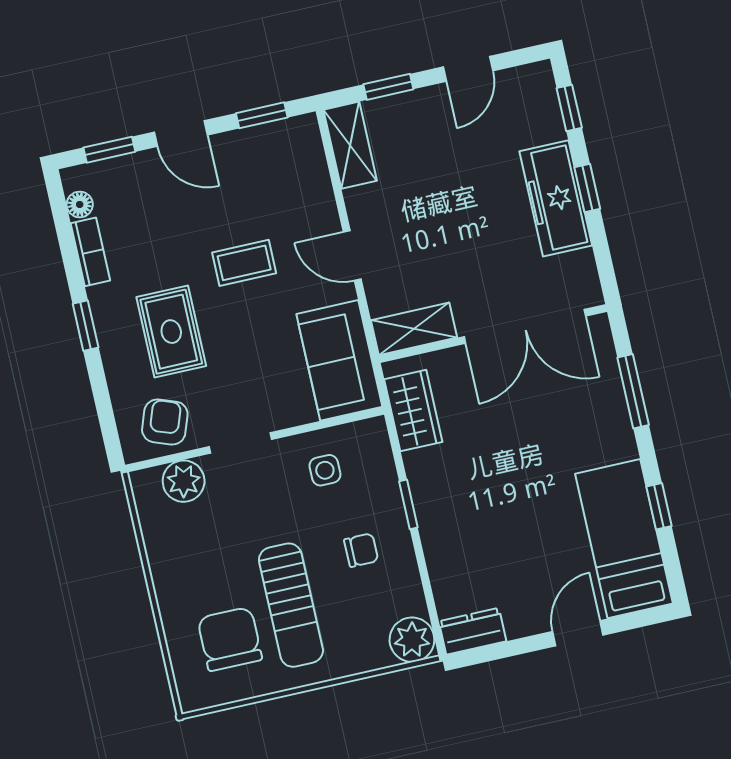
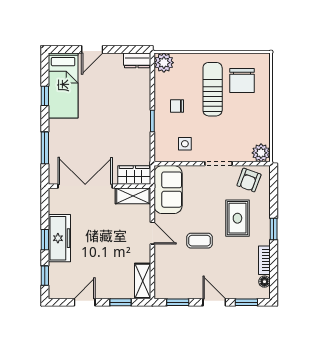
wardrobe: (413, 411) -> (134, 175), moved, turned 90
plant: (184, 481) -> (261, 153), moved

